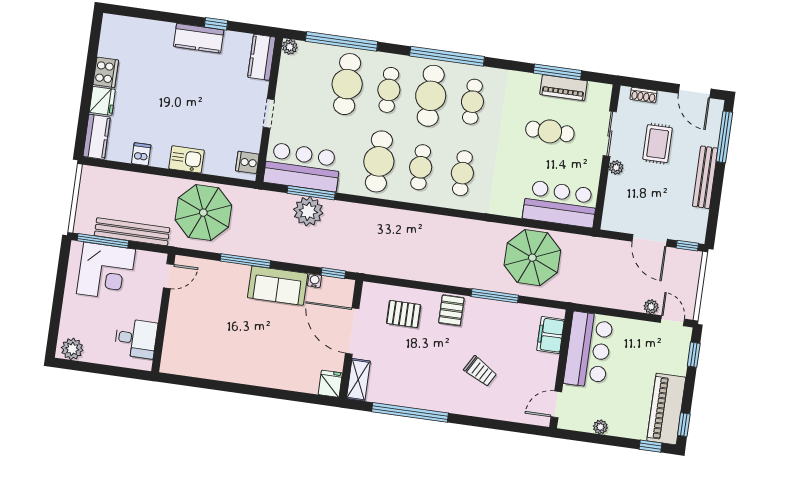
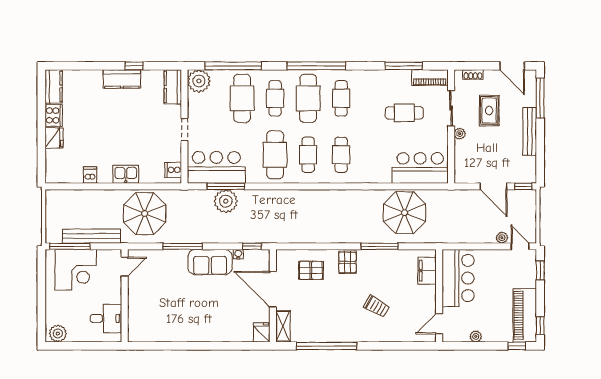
plant: (290, 47) -> (199, 81), width x1.88, depth x1.88
piano: (564, 88) -> (430, 78), moved
kitchen counter: (97, 137) -> (54, 86), moved

